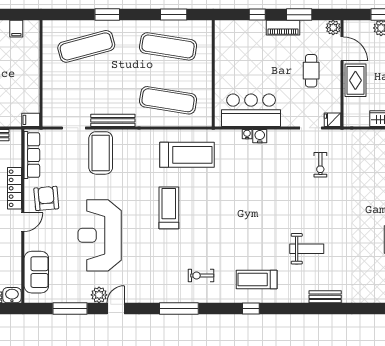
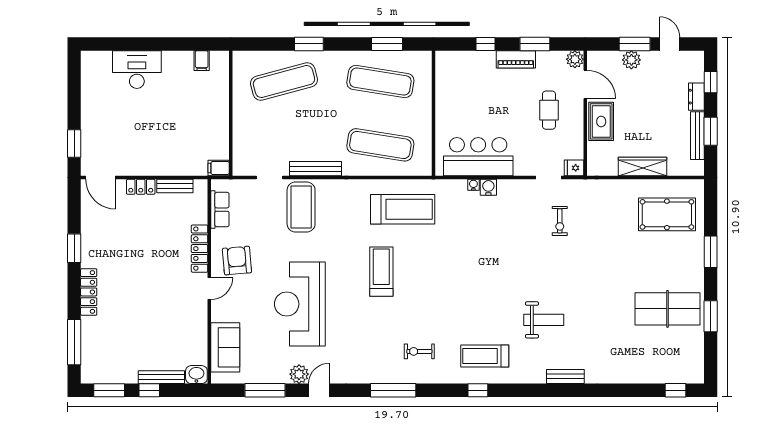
row of seats: (32, 155) -> (220, 210), width x0.68

